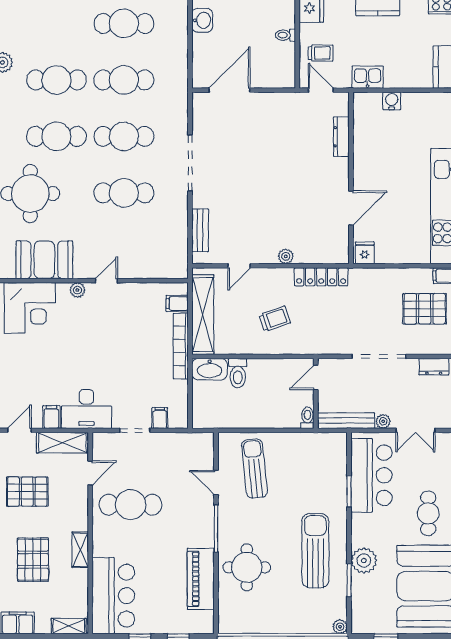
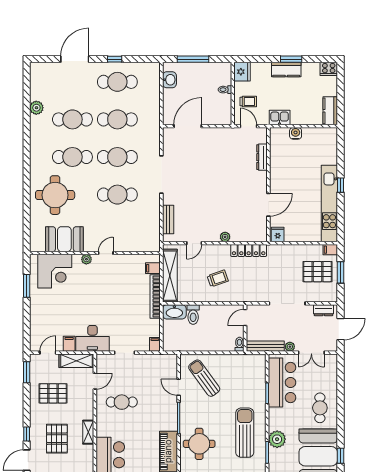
filing cabinet: (160, 418) -> (155, 344), moved
sun lounger: (254, 469) -> (204, 378), turned -30
cafe table: (130, 505) -> (122, 402), width x0.73, depth x0.74

